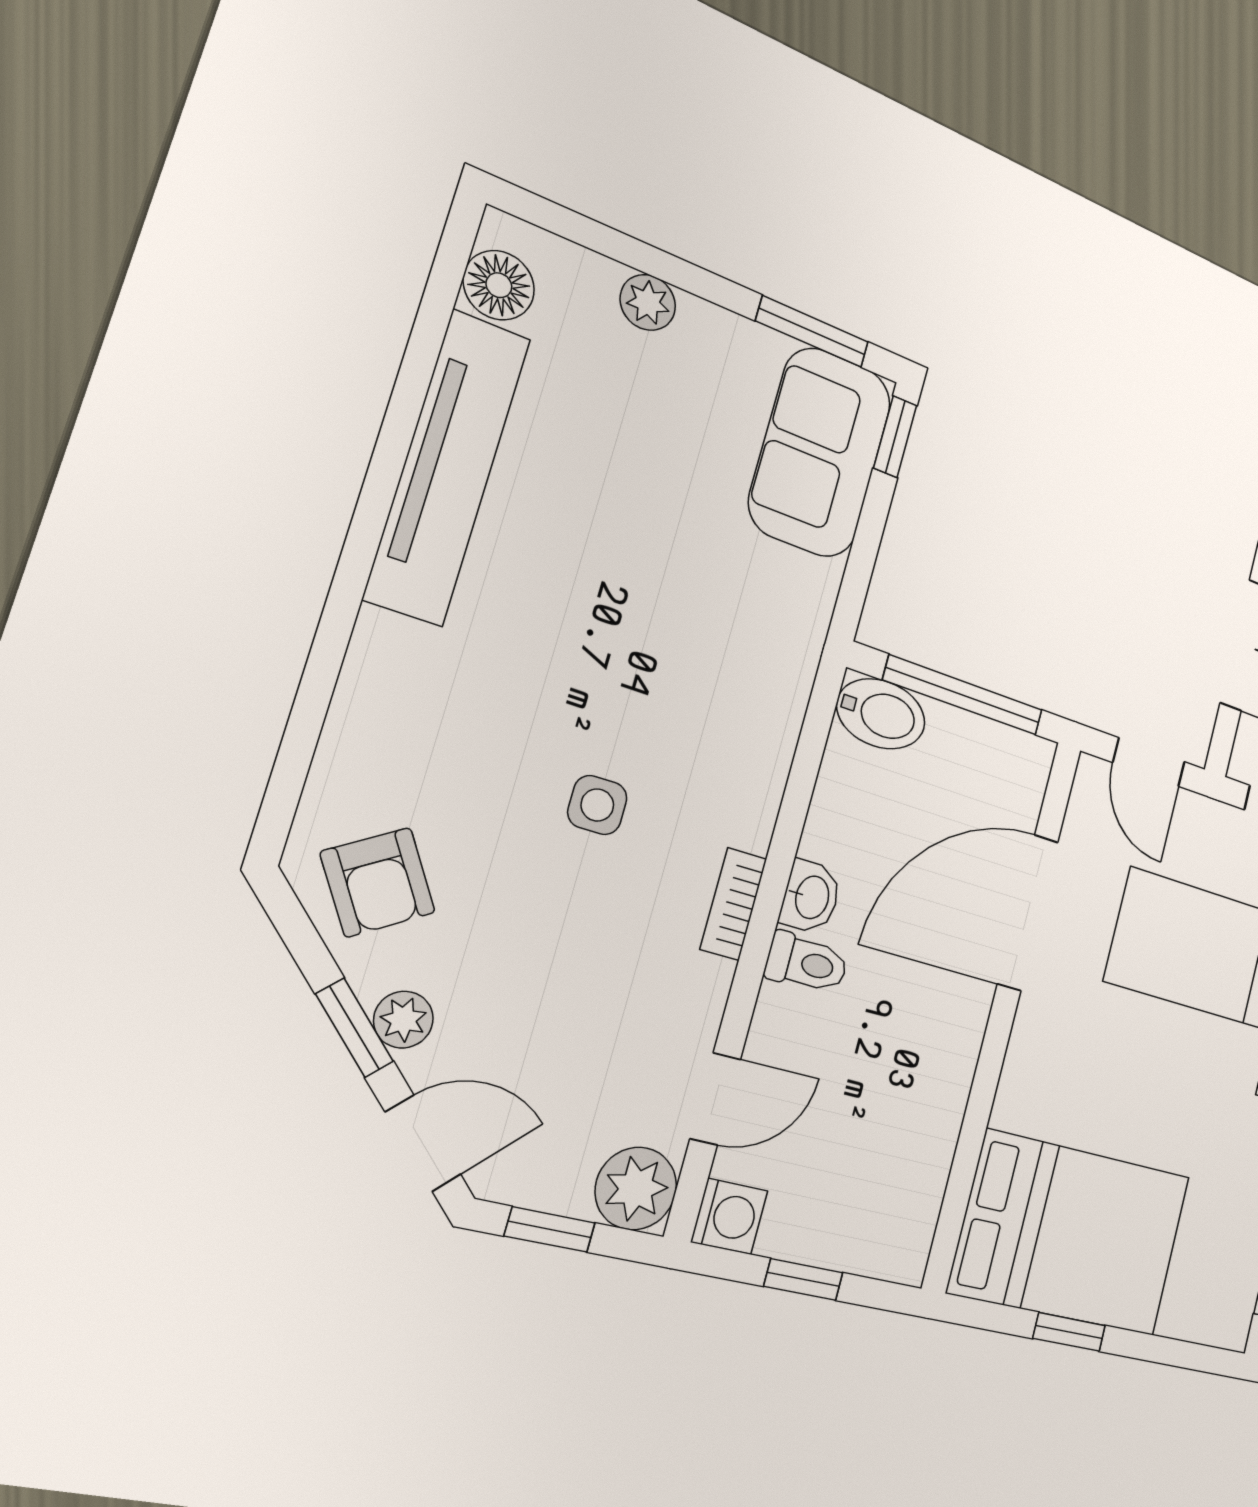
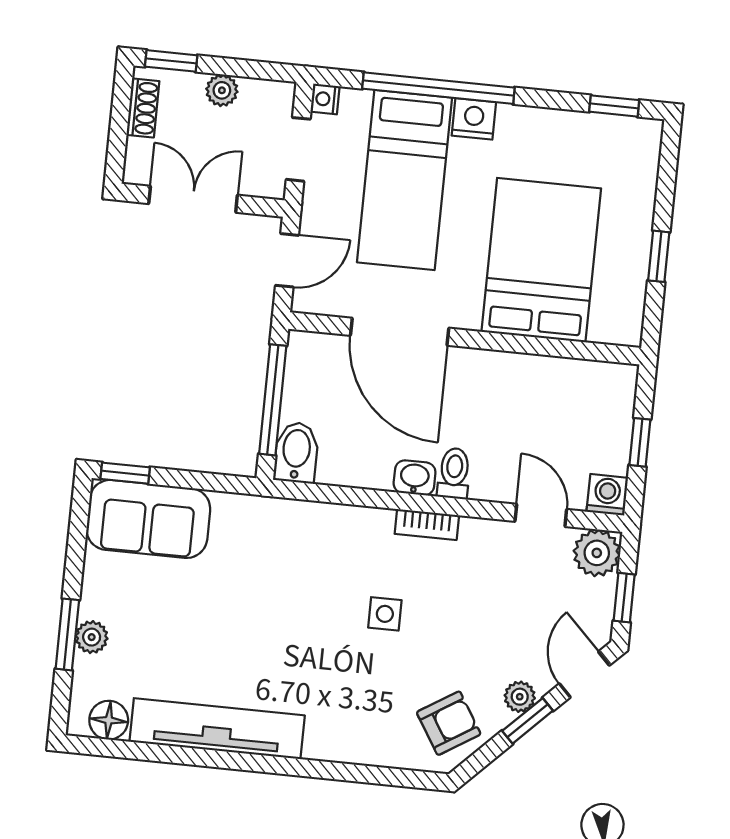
window: (812, 332) -> (67, 634), moved
bed: (1071, 1234) -> (541, 260), moved

